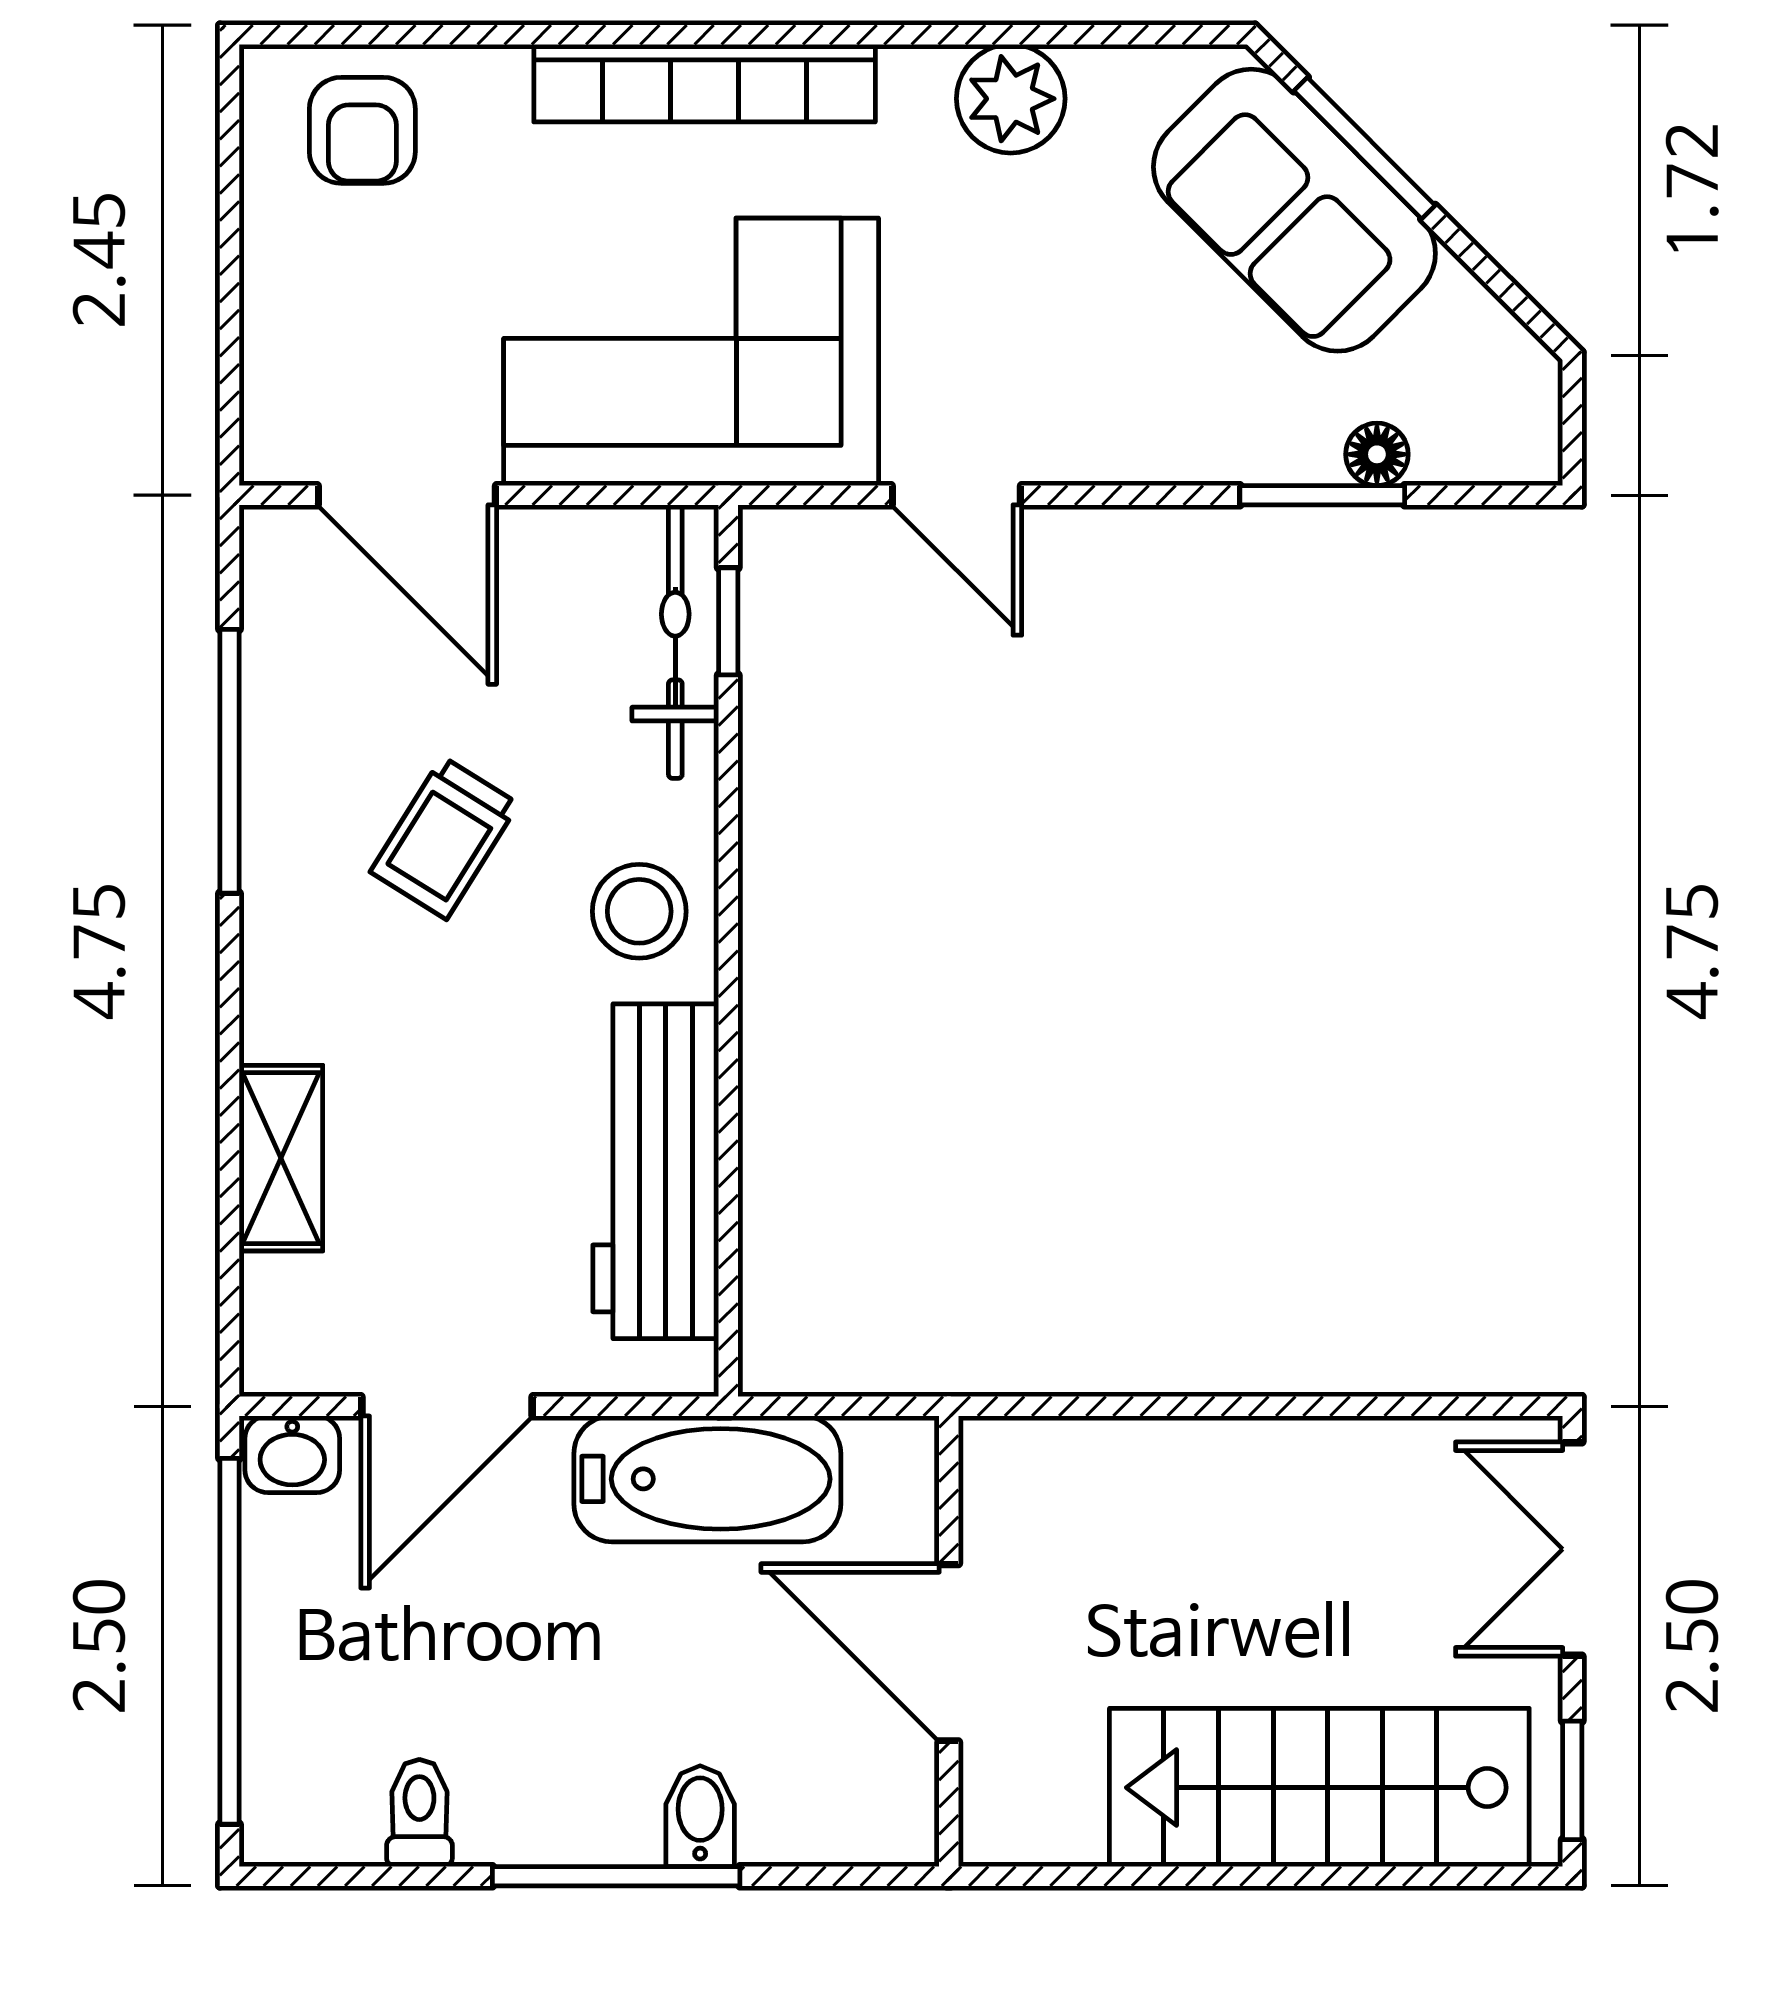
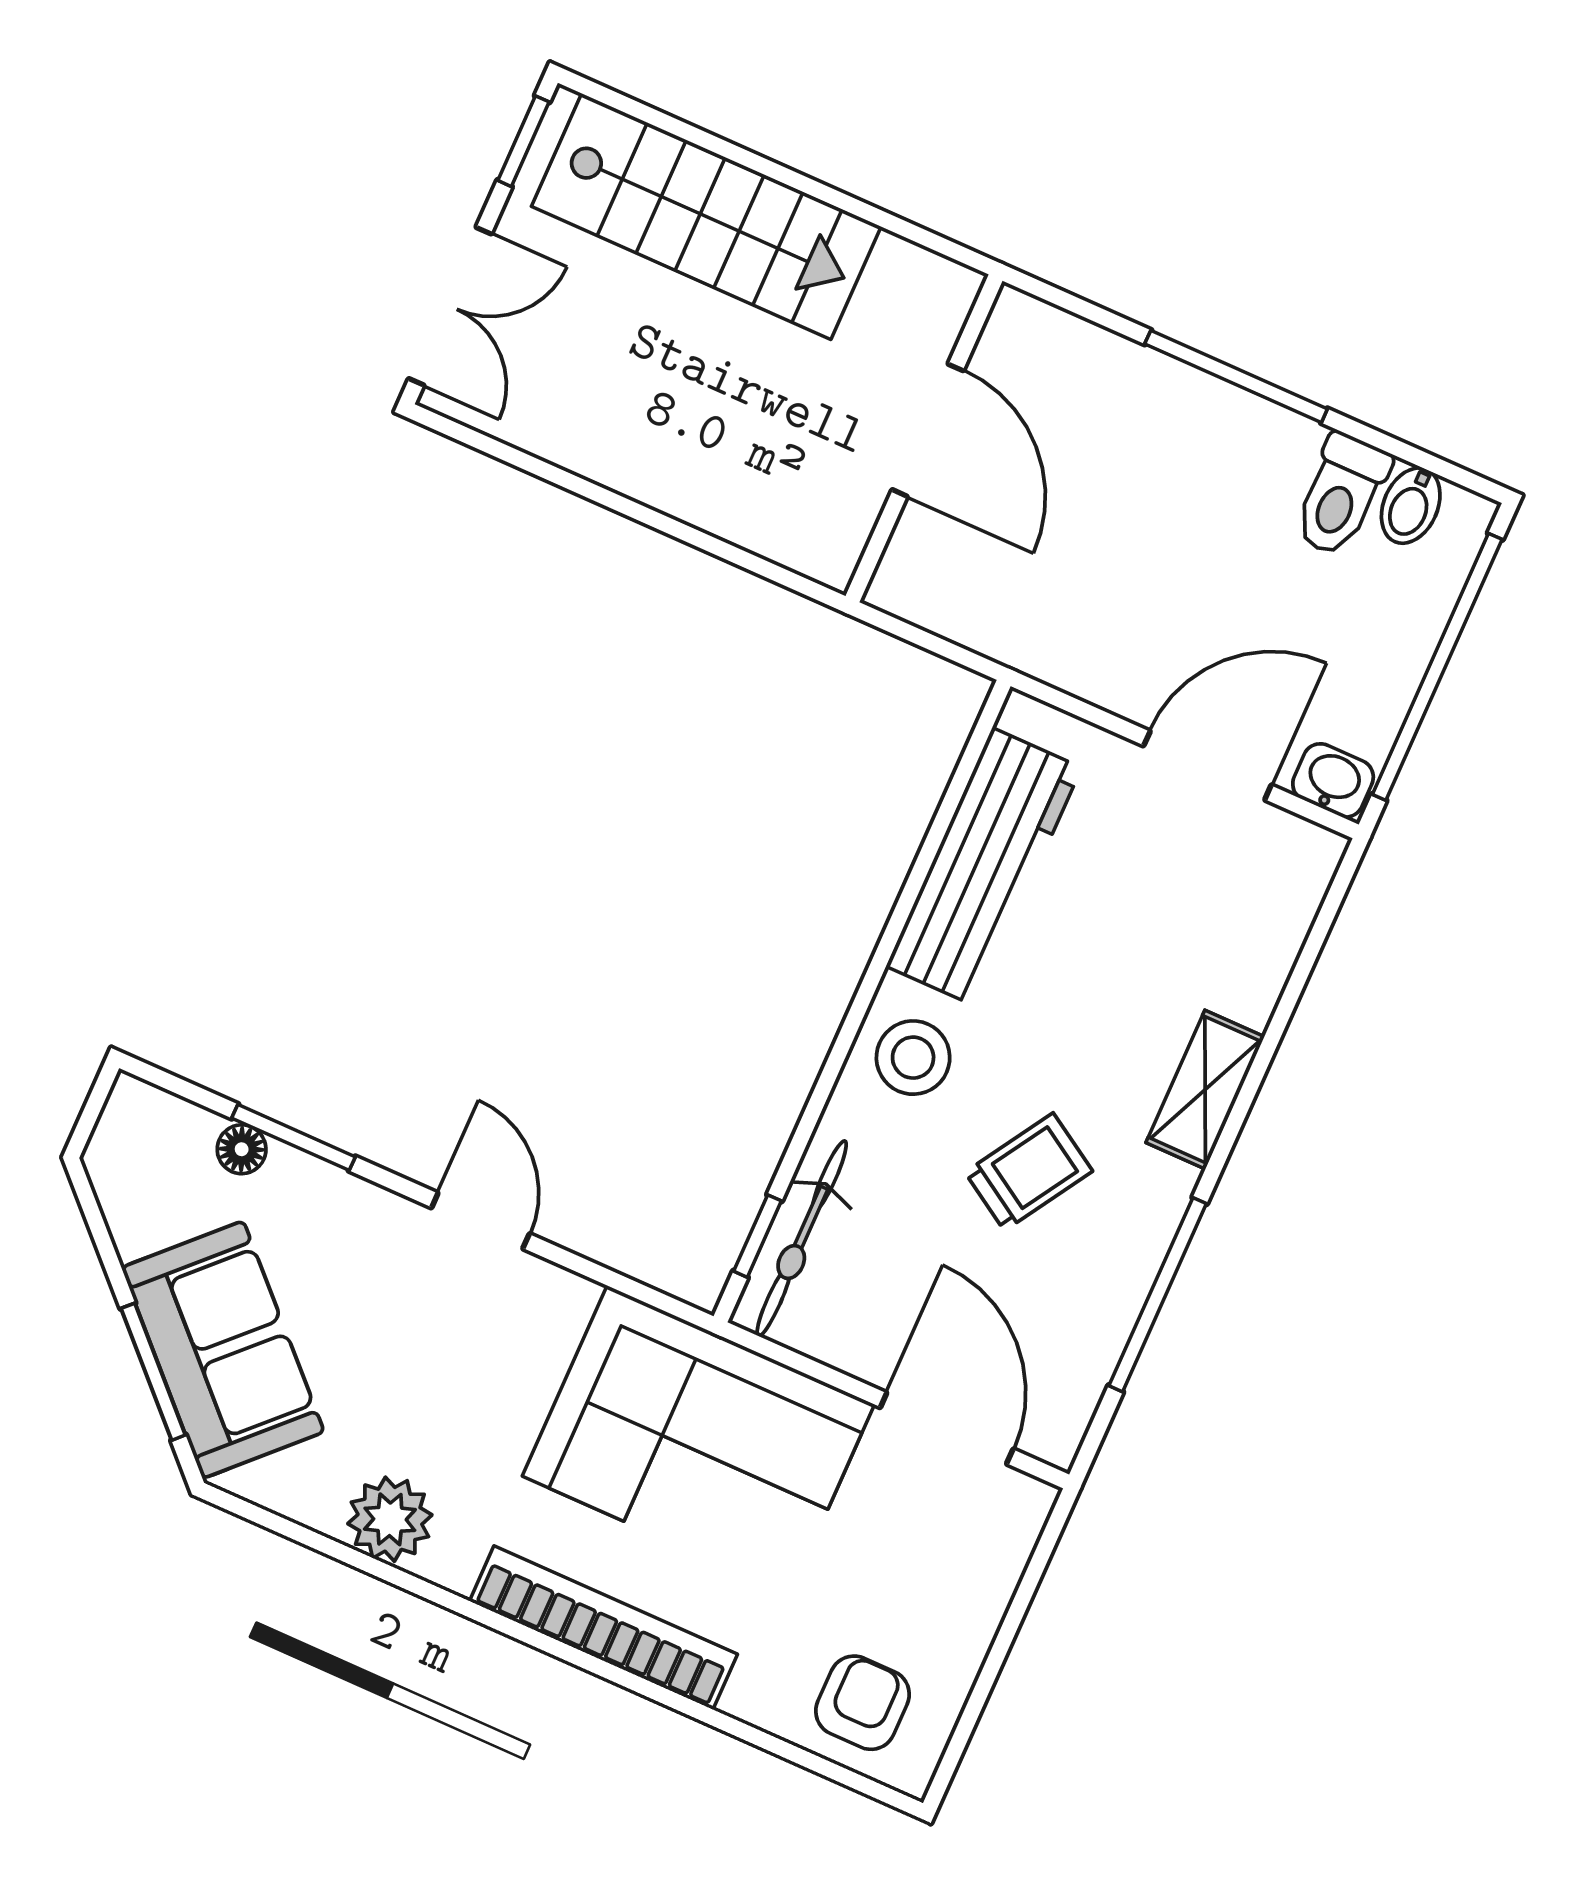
door: (956, 495) -> (480, 1221), moved
shelving: (281, 1158) -> (1205, 1090), moved
bathtub: (707, 1479) -> (1045, 631), removed
toilet: (419, 1813) -> (1341, 495), width x1.37, depth x1.39
bidet: (700, 1816) -> (1411, 506), moved

